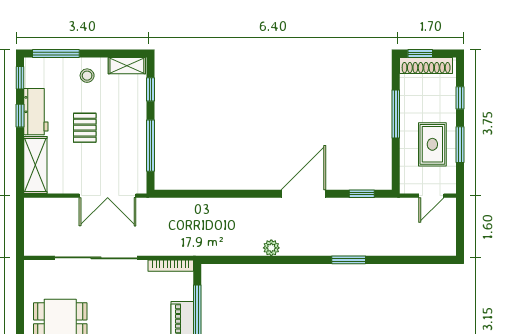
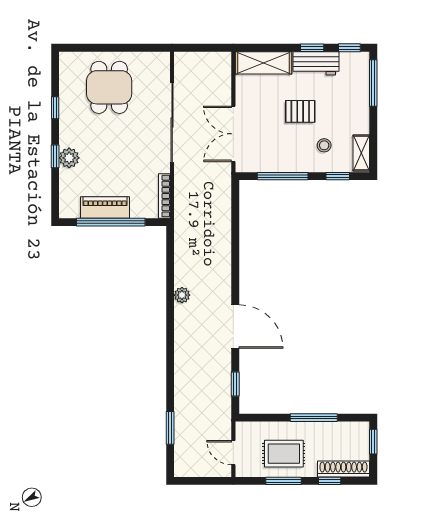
shoe rack: (426, 66) -> (343, 469), moved, turned 90
stool: (87, 76) -> (324, 145), moved
window: (349, 260) -> (170, 428), moved

